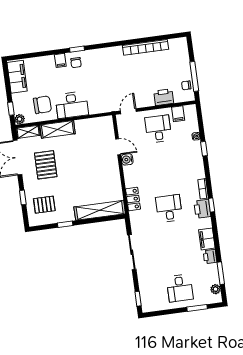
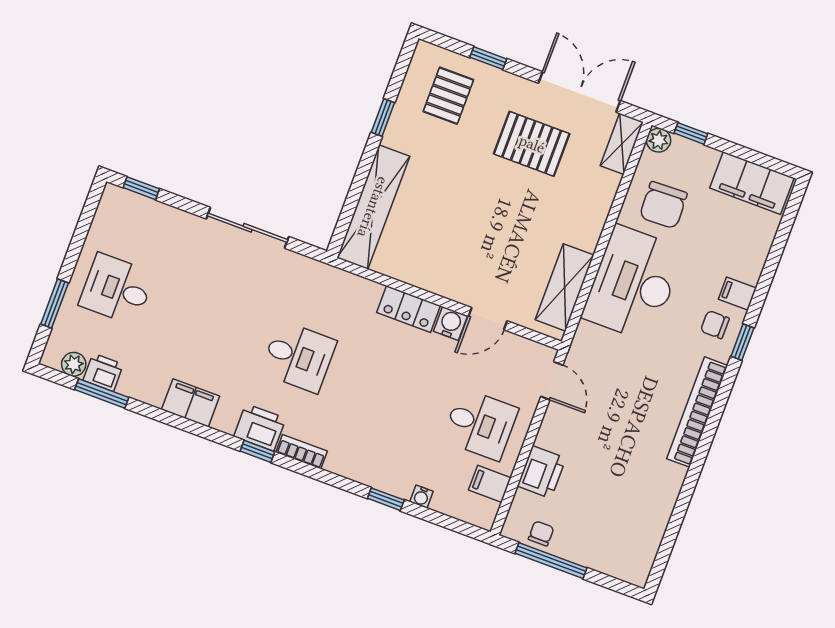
bookcase: (145, 47) -> (697, 412), moved
desk: (72, 105) -> (633, 283), width x1.36, depth x1.30
shelving: (58, 129) -> (565, 287), moved
locker: (133, 199) -> (409, 309), moved
printer: (210, 257) -> (103, 372), moved

